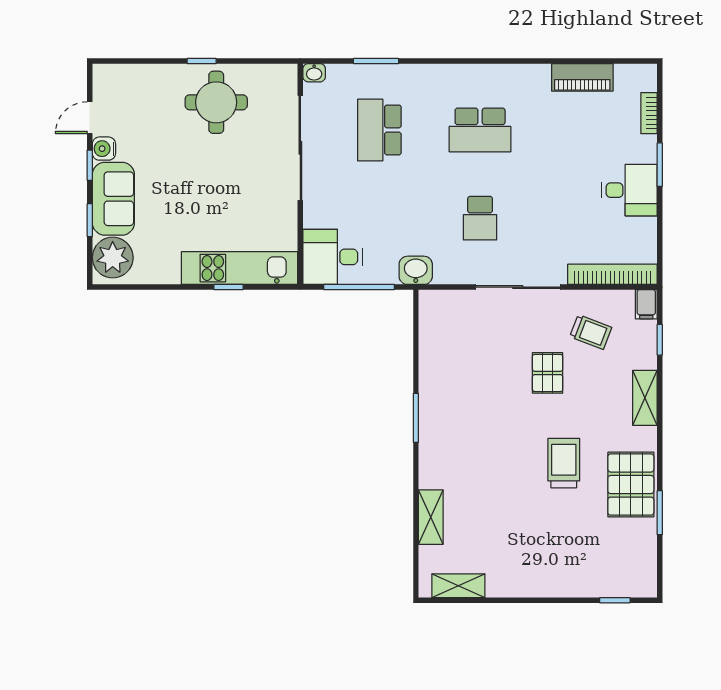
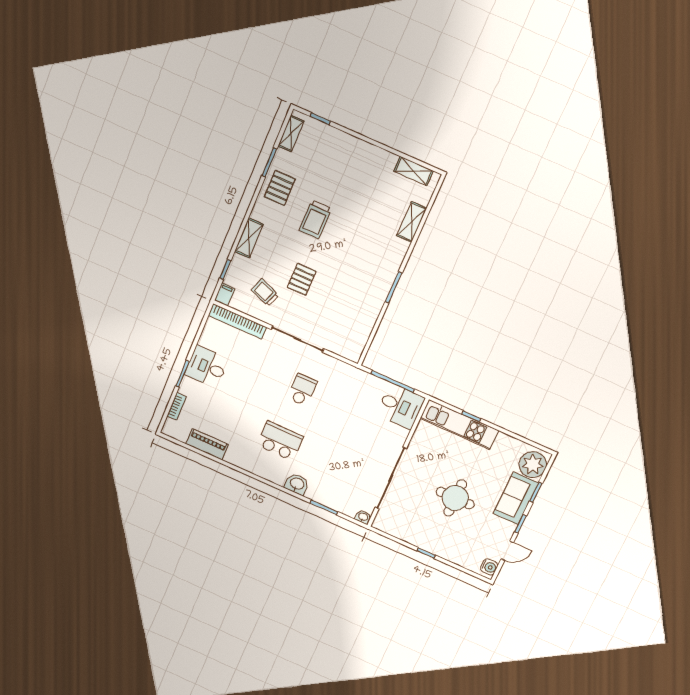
round table: (216, 102) -> (455, 498), moved
school desk: (379, 130) -> (339, 467), removed
water cooler: (104, 149) -> (489, 567), moved
washbasin: (416, 270) -> (297, 484), moved, turned 180
pallet: (631, 485) -> (280, 188), width x0.67, depth x0.71
shelving: (646, 564) -> (291, 134), added

